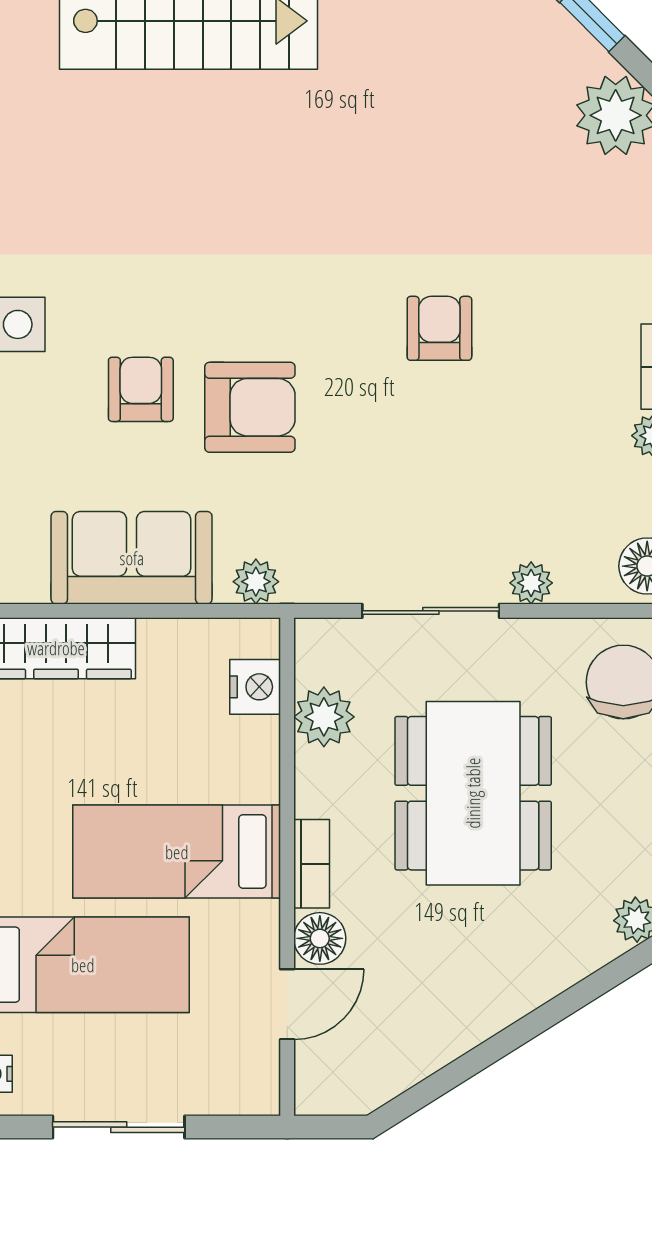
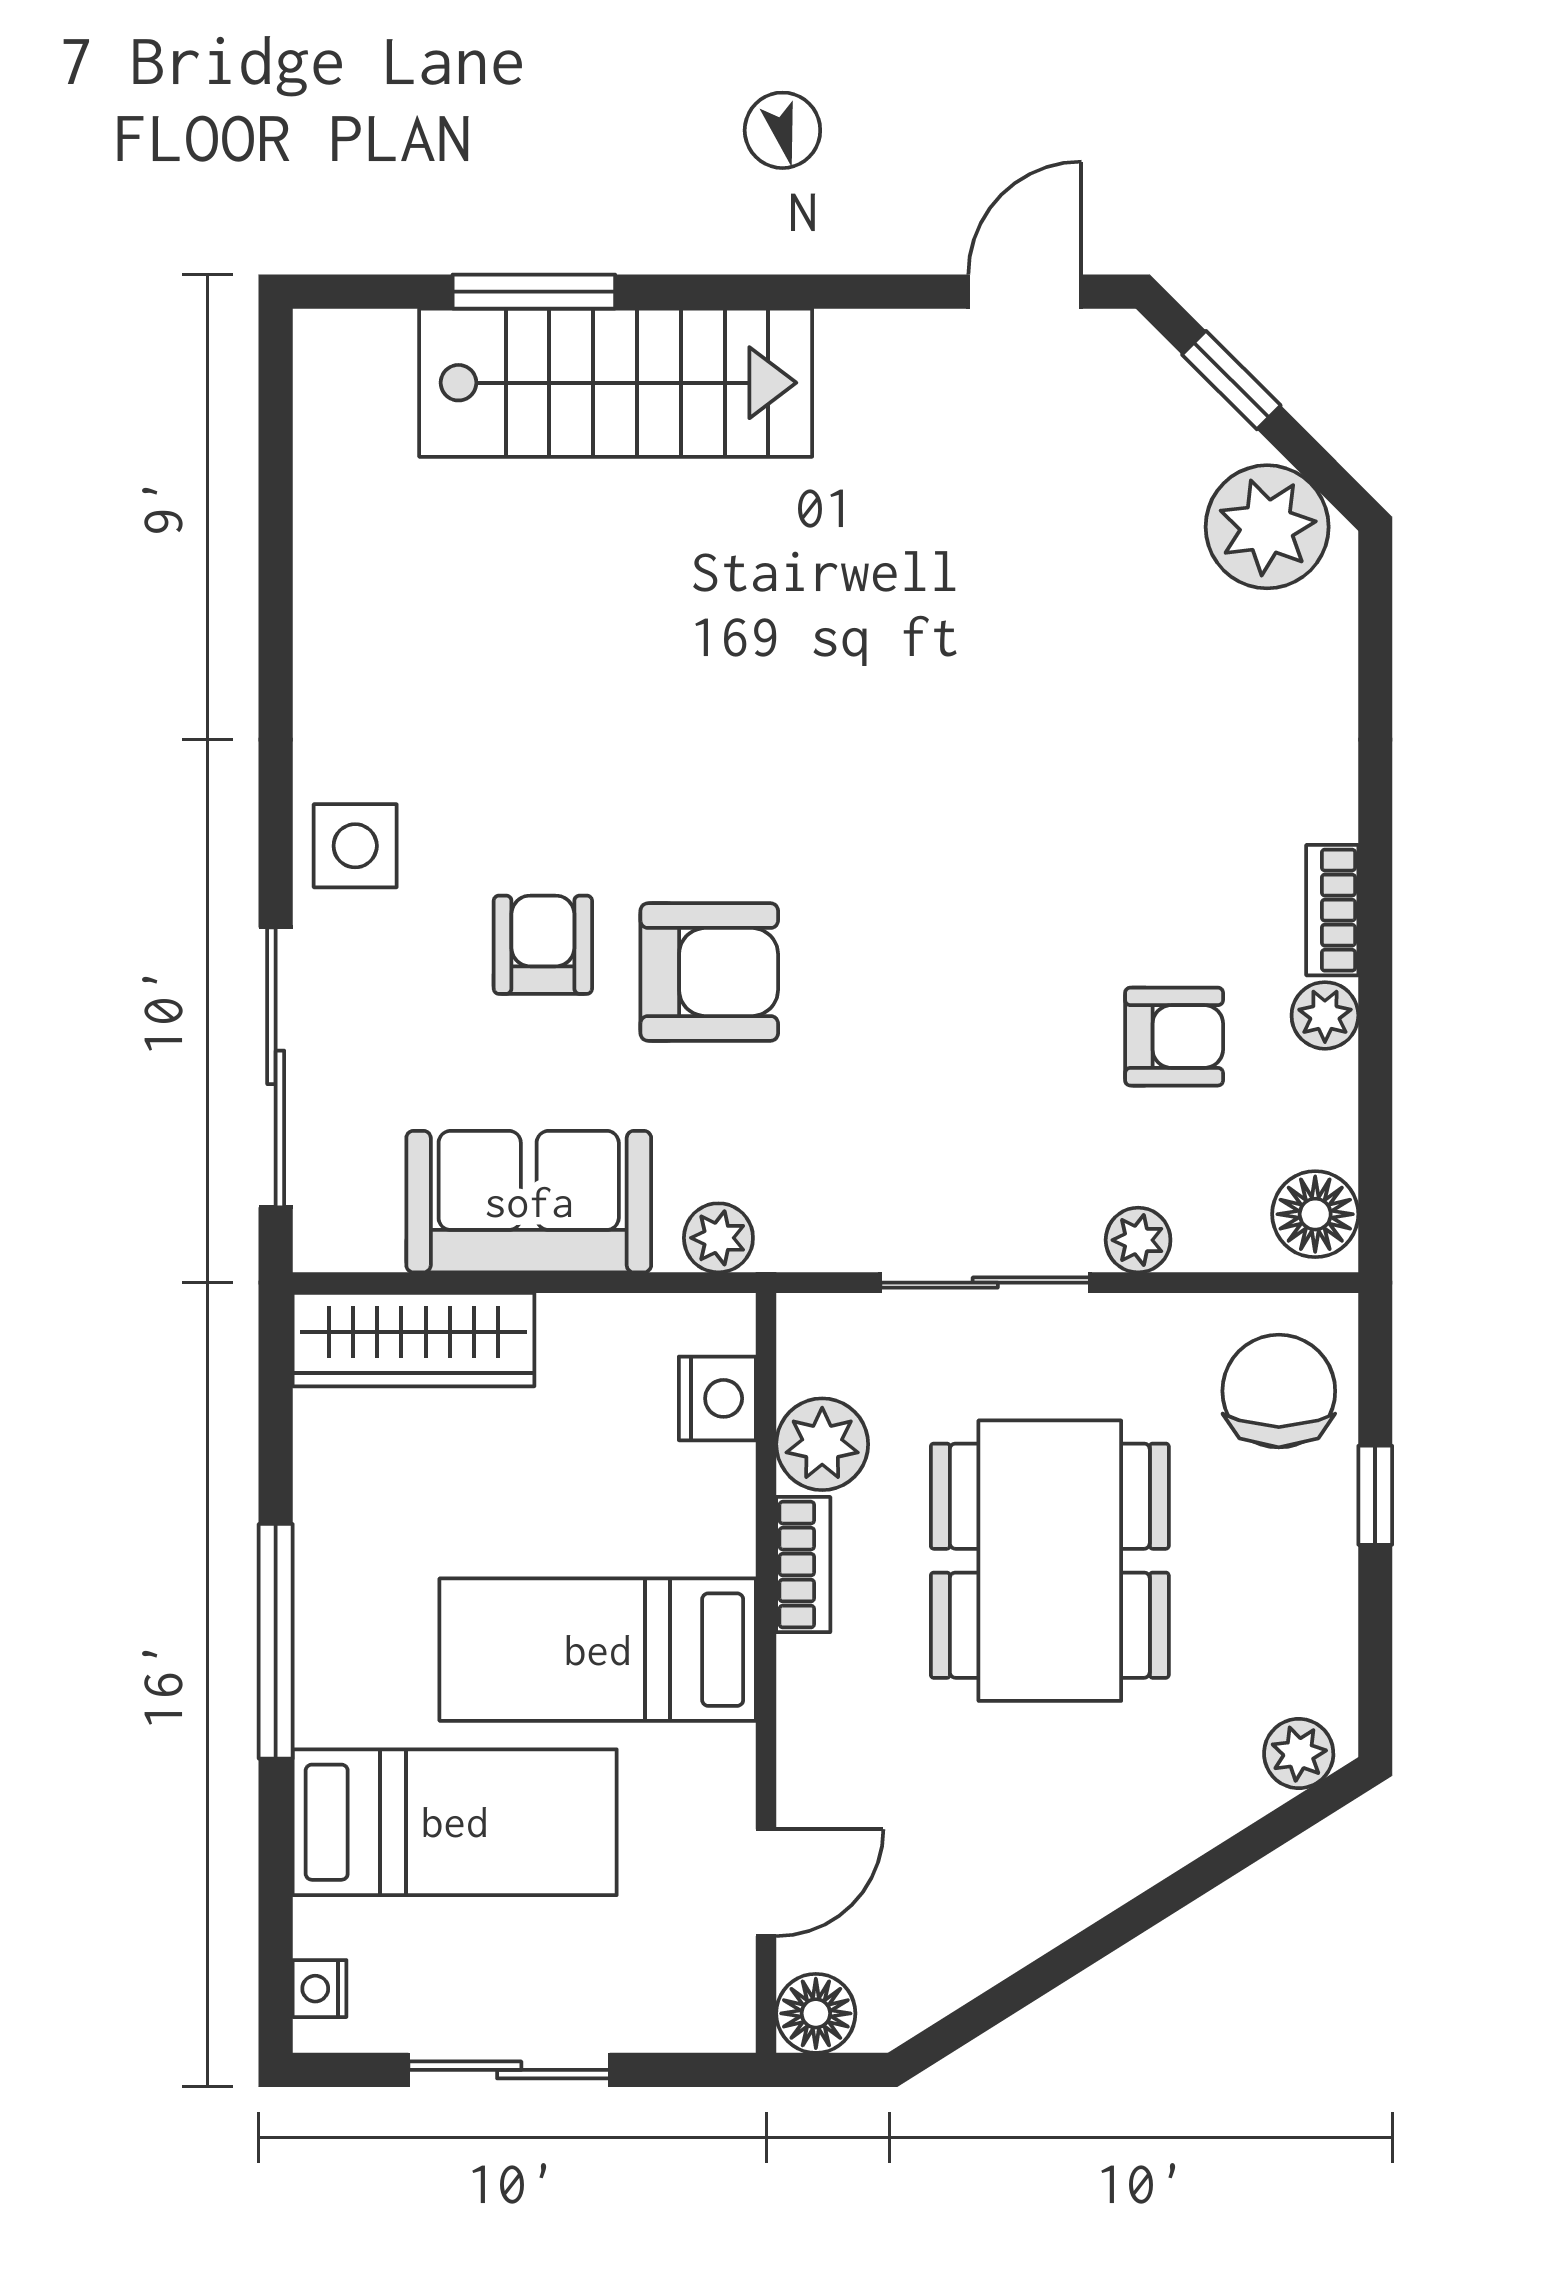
armchair: (439, 328) -> (1174, 1037), moved, turned 90
bookcase: (312, 864) -> (803, 1565), moved
floor lamp: (320, 938) -> (816, 2013), moved

